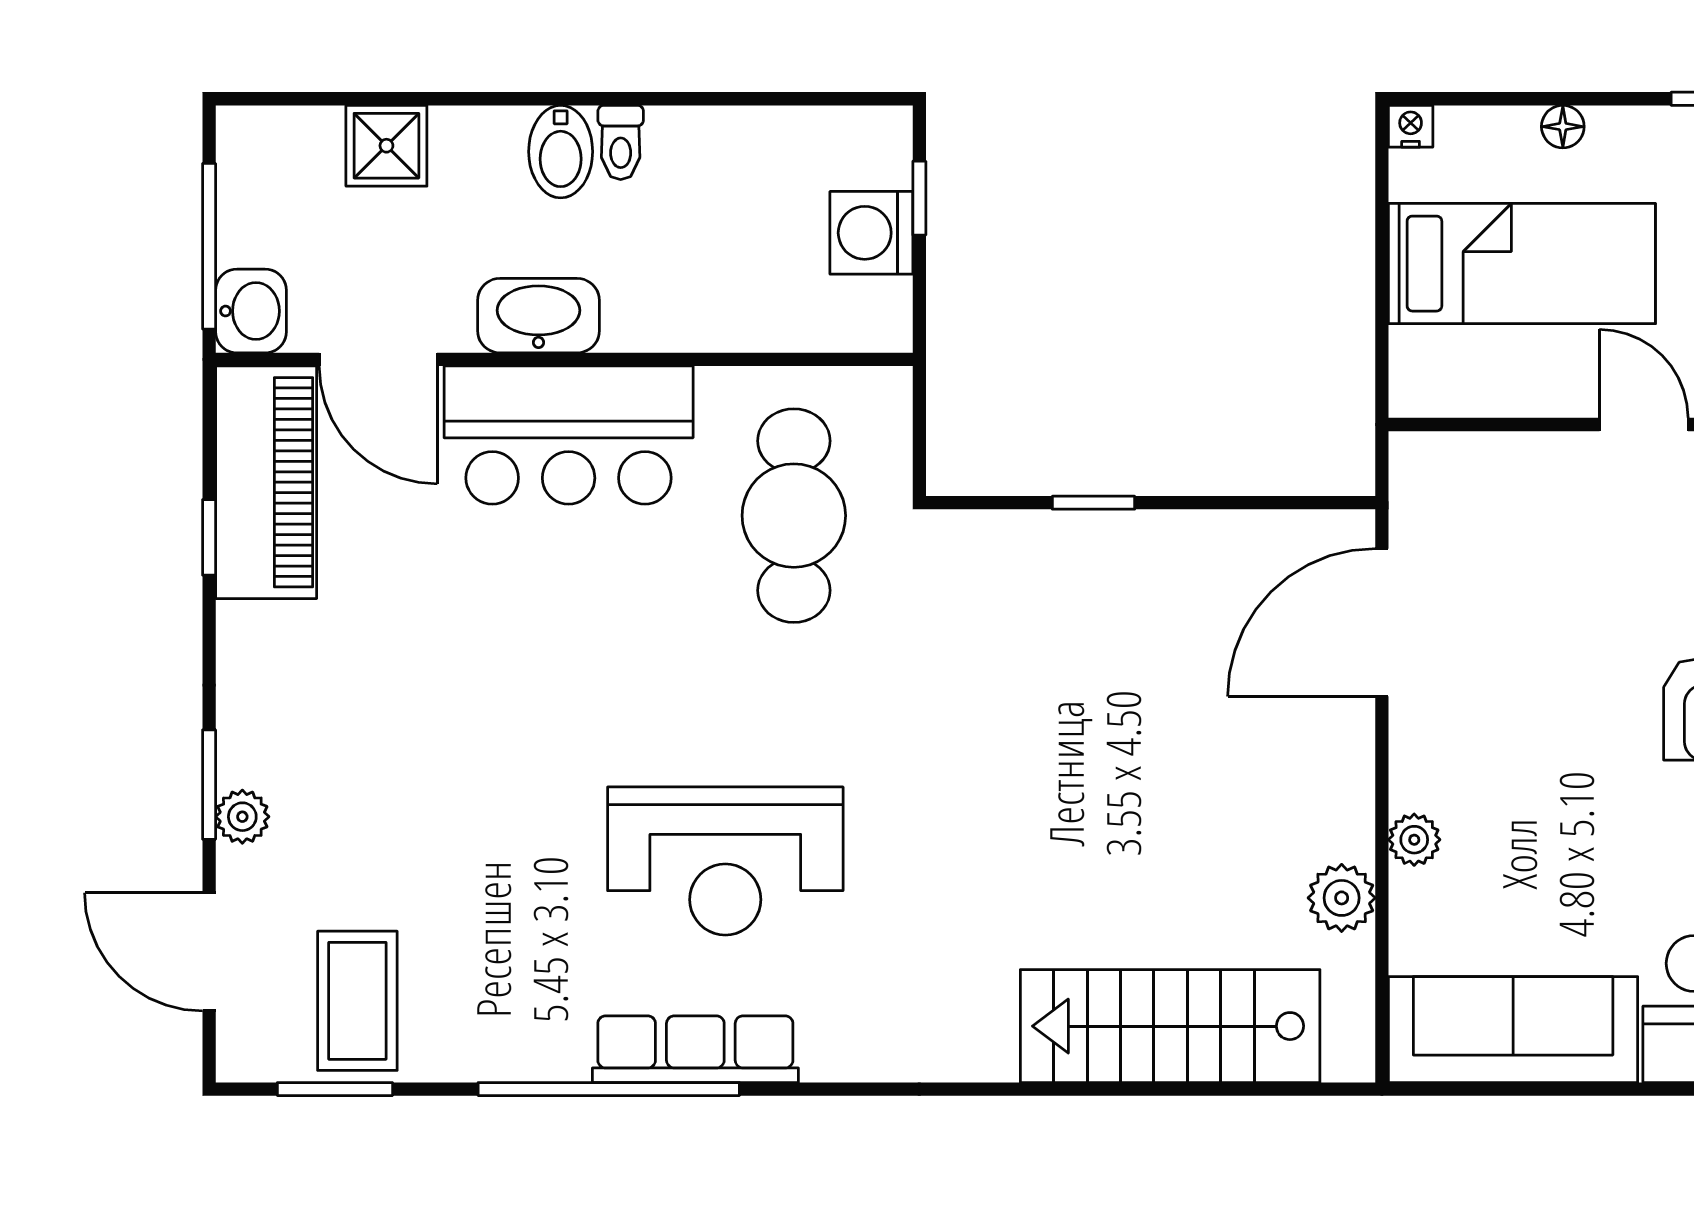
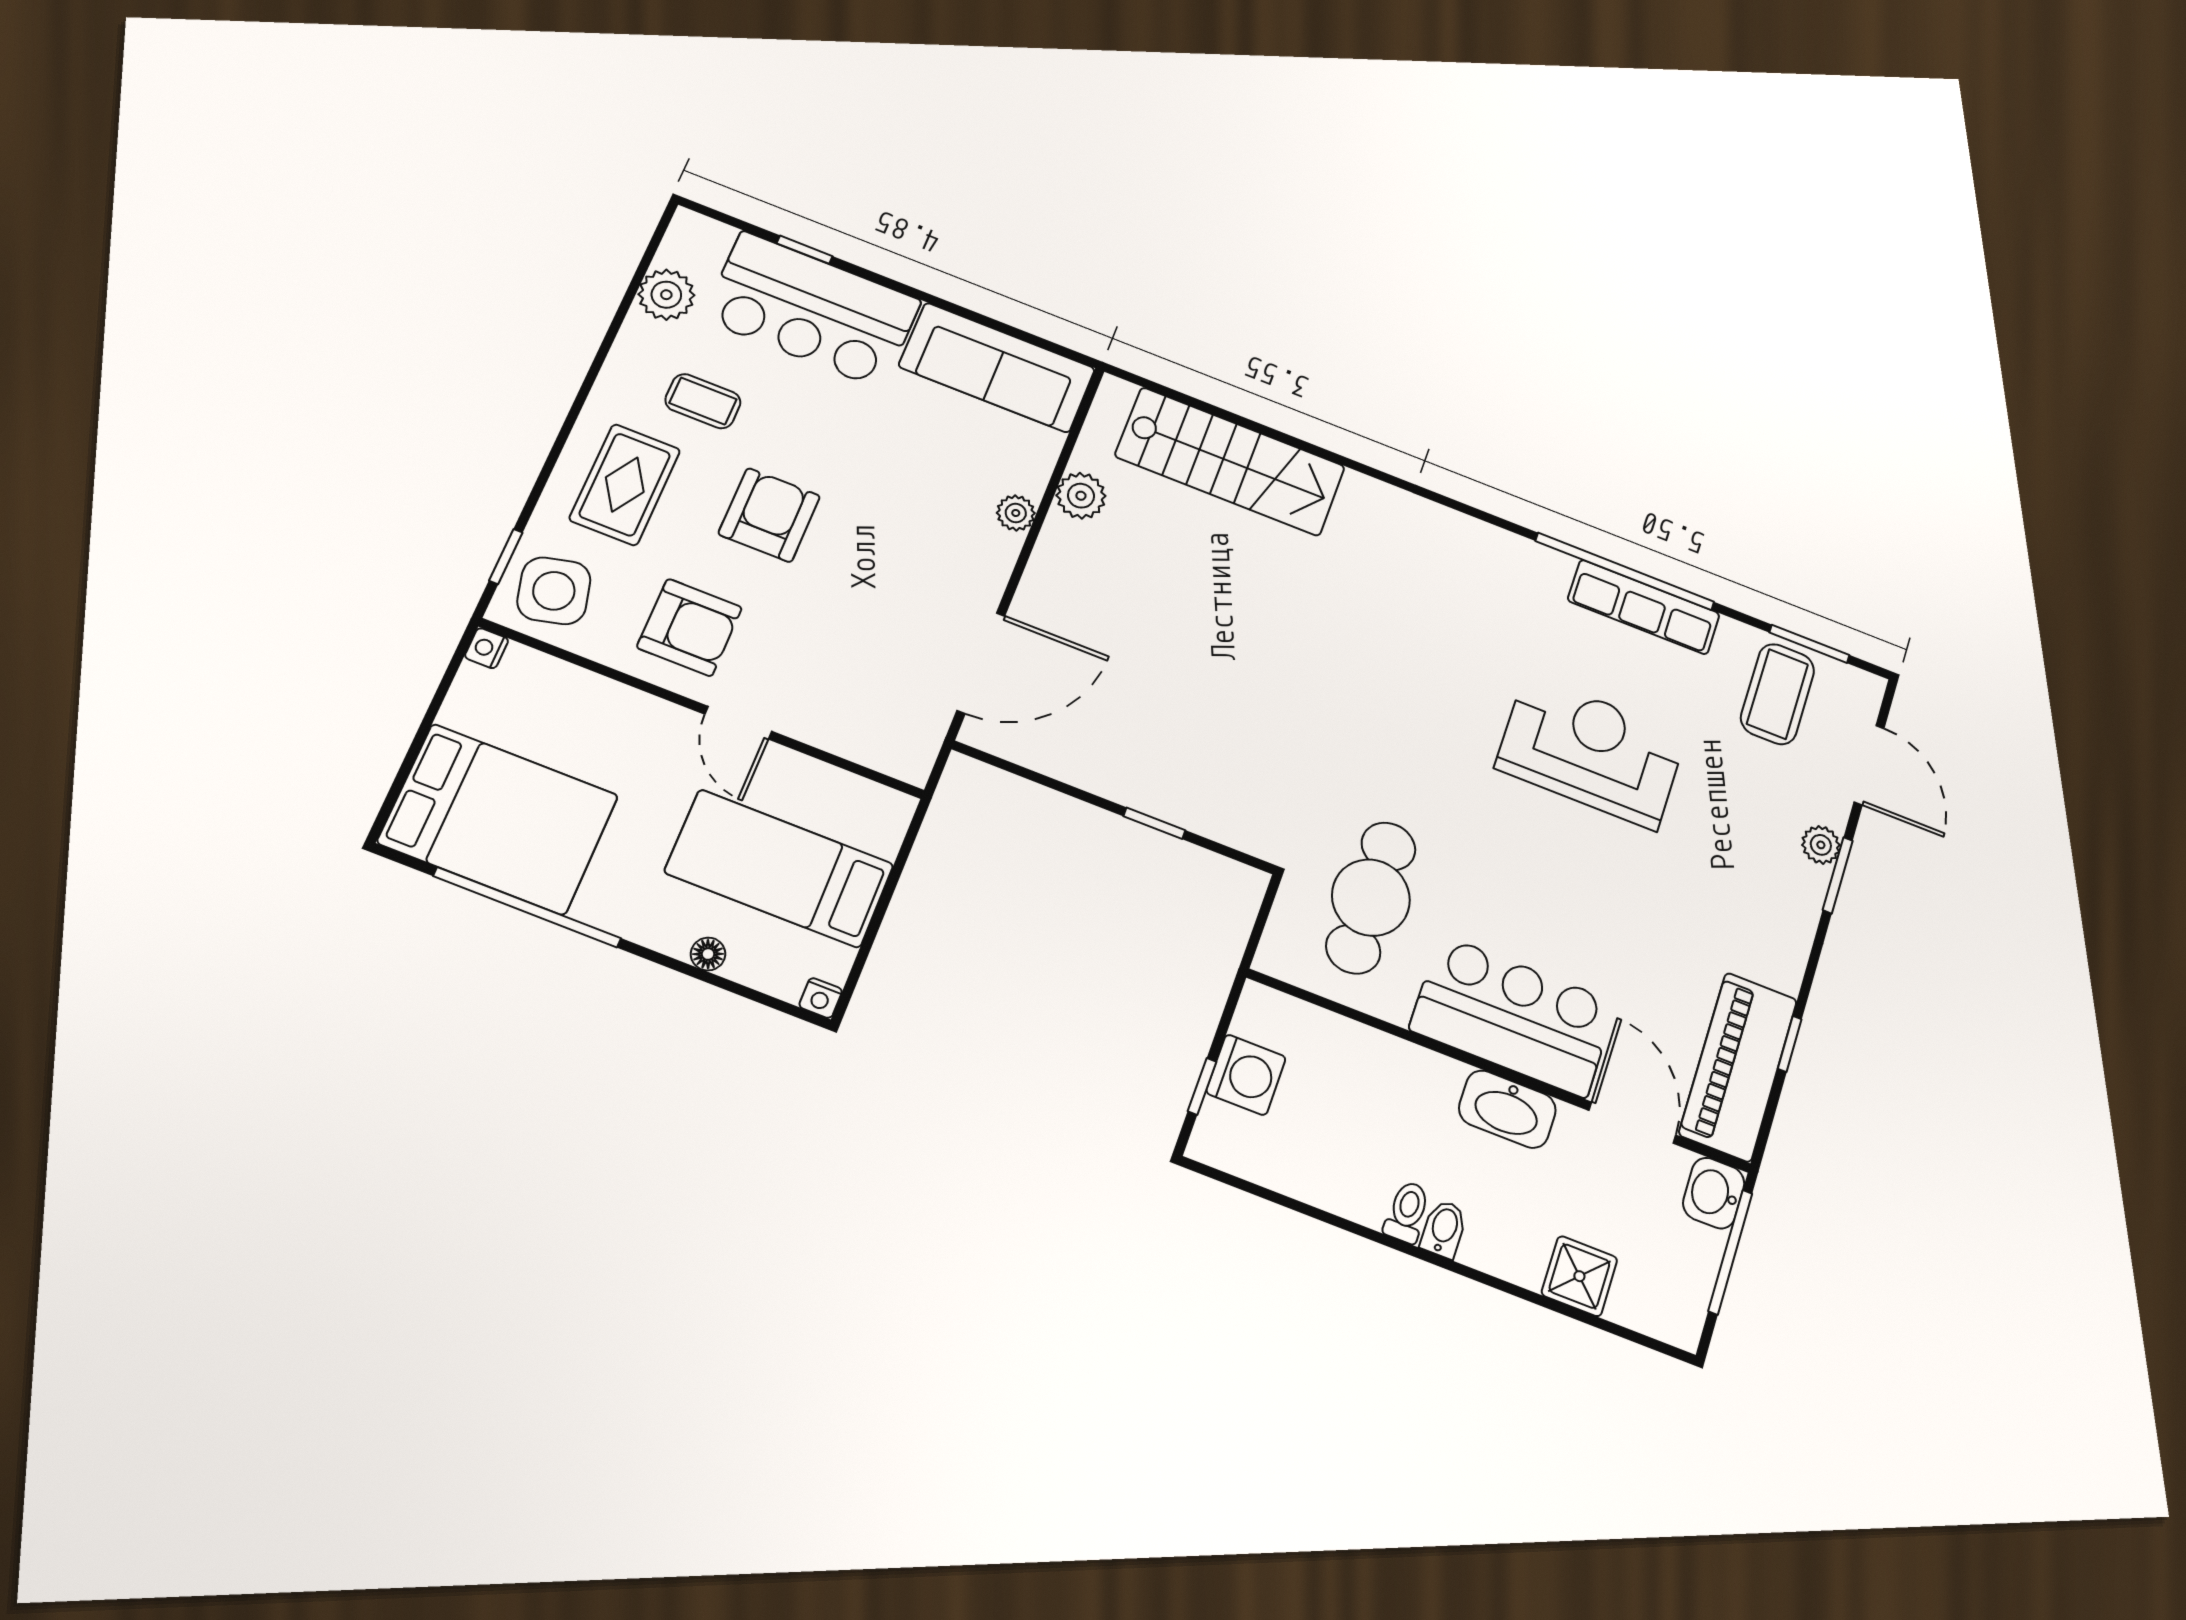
bidet: (561, 152) -> (1444, 1229), width x0.72, depth x0.74
reception desk: (725, 861) -> (1591, 751), moved
row of seats: (695, 1049) -> (1644, 607), moved

